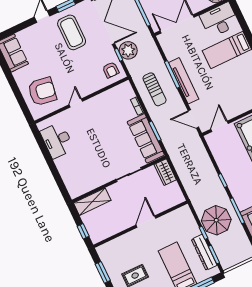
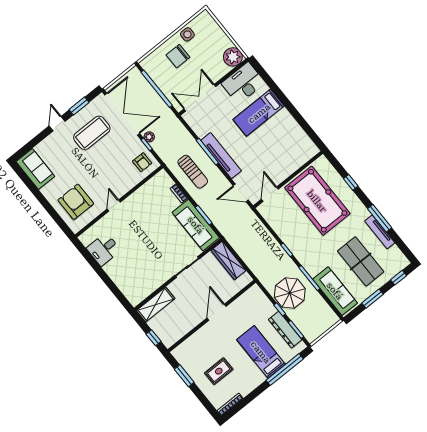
coffee table: (72, 32) -> (92, 133), turned 90
plant: (128, 50) -> (149, 137), width x0.53, depth x0.53
armchair: (42, 91) -> (76, 202), turned -99
desk: (57, 140) -> (104, 249), width x0.73
wardrobe: (165, 172) -> (228, 260), width x1.50

